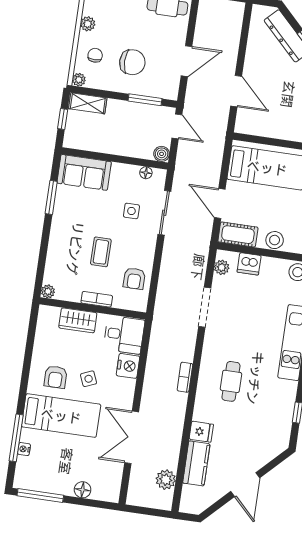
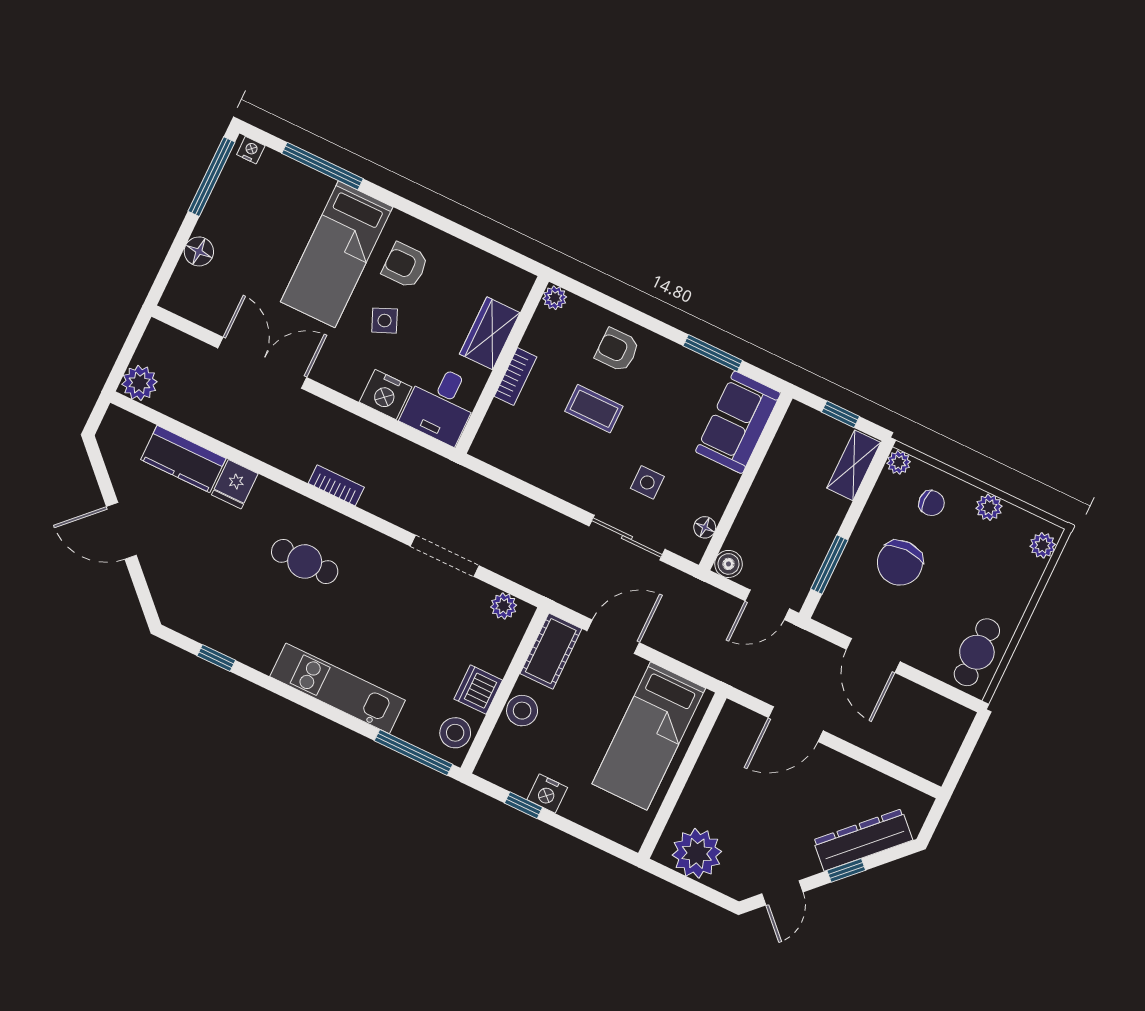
dishwasher: (249, 264) -> (478, 690), moved
armchair: (134, 279) -> (617, 350), moved
nightstand: (24, 449) -> (251, 150), moved
plant: (166, 480) -> (140, 383), moved

